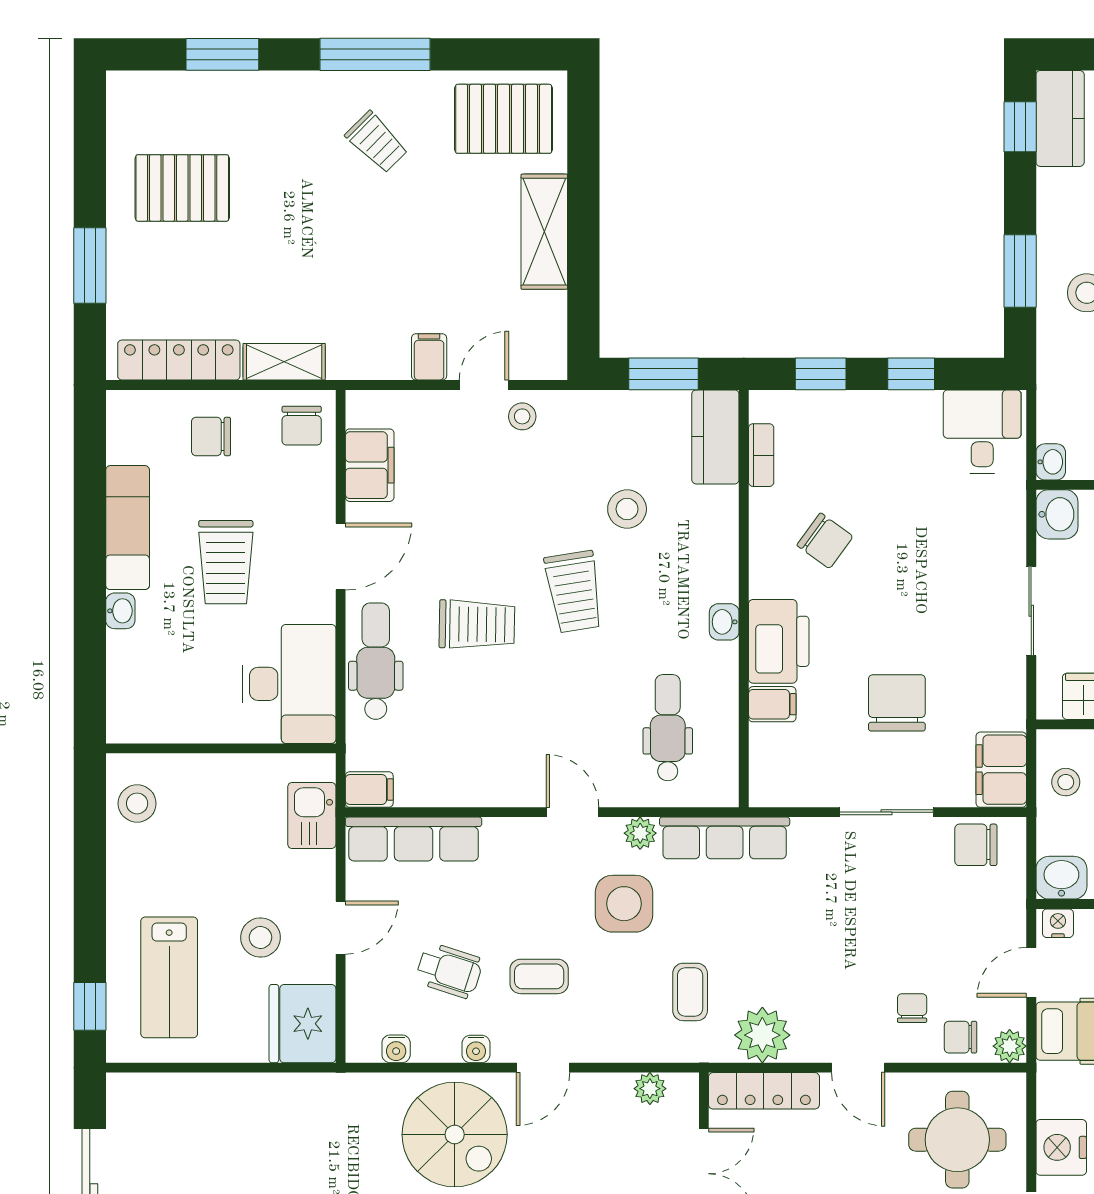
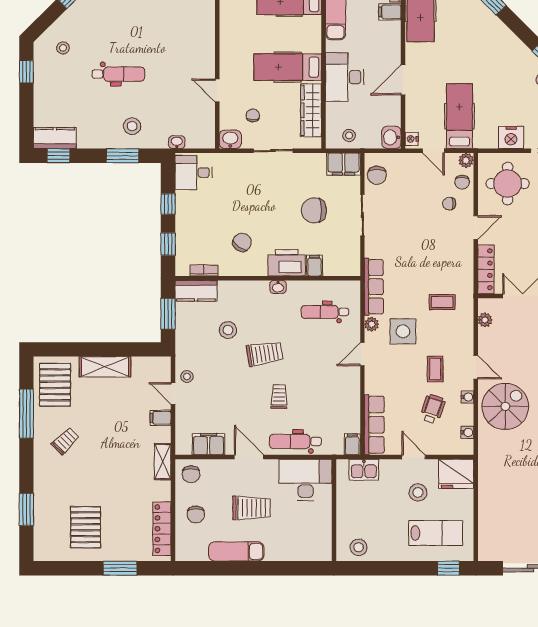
window: (375, 54) -> (26, 414), moved
shelving: (284, 362) -> (163, 462), moved
chair: (302, 426) -> (191, 474), turned 90
washbasin: (1051, 462) -> (177, 142), moved
washbasin: (120, 611) -> (273, 555), removed
trolley: (477, 624) -> (279, 397), width x0.73, depth x0.72
plant: (762, 1035) -> (461, 270), removed

